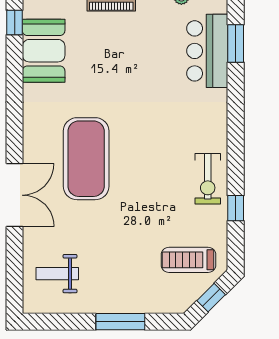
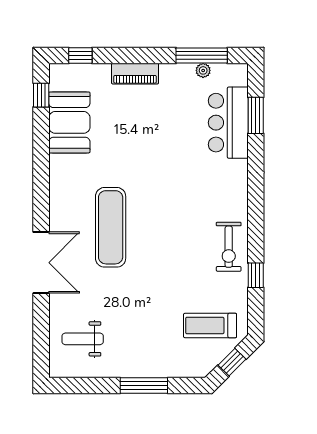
exercise mat: (86, 159) -> (111, 227), width x0.68

